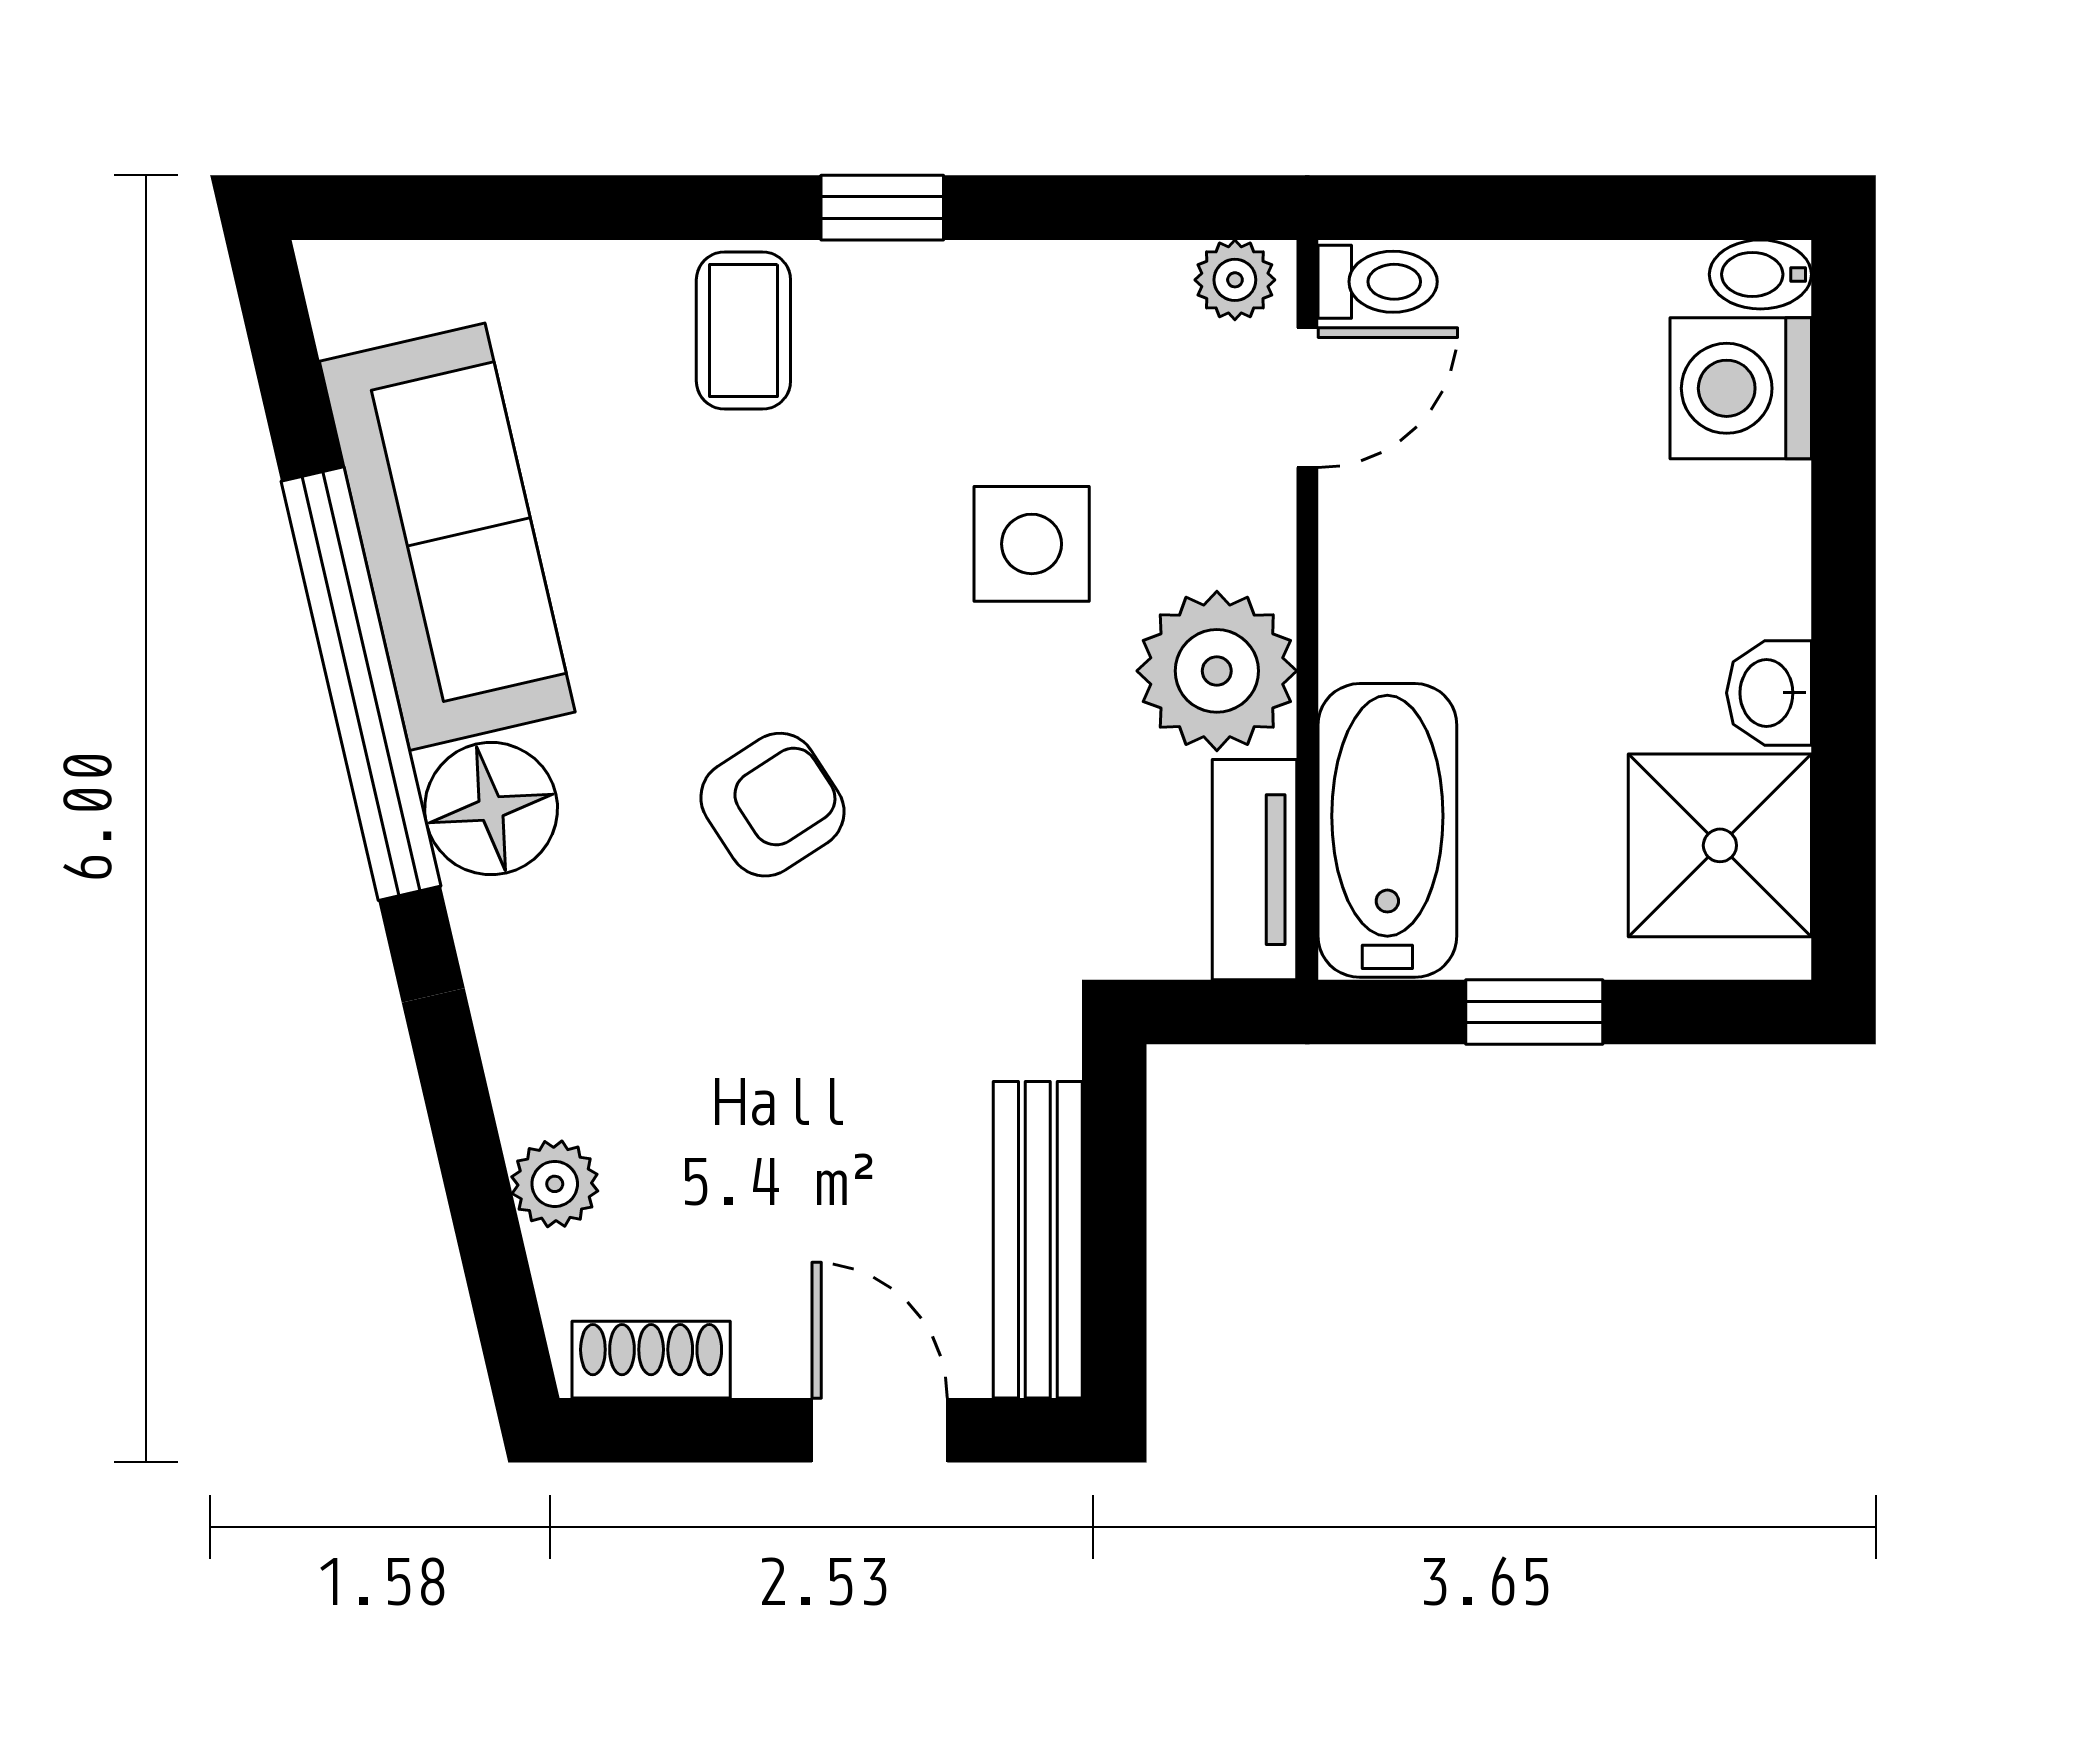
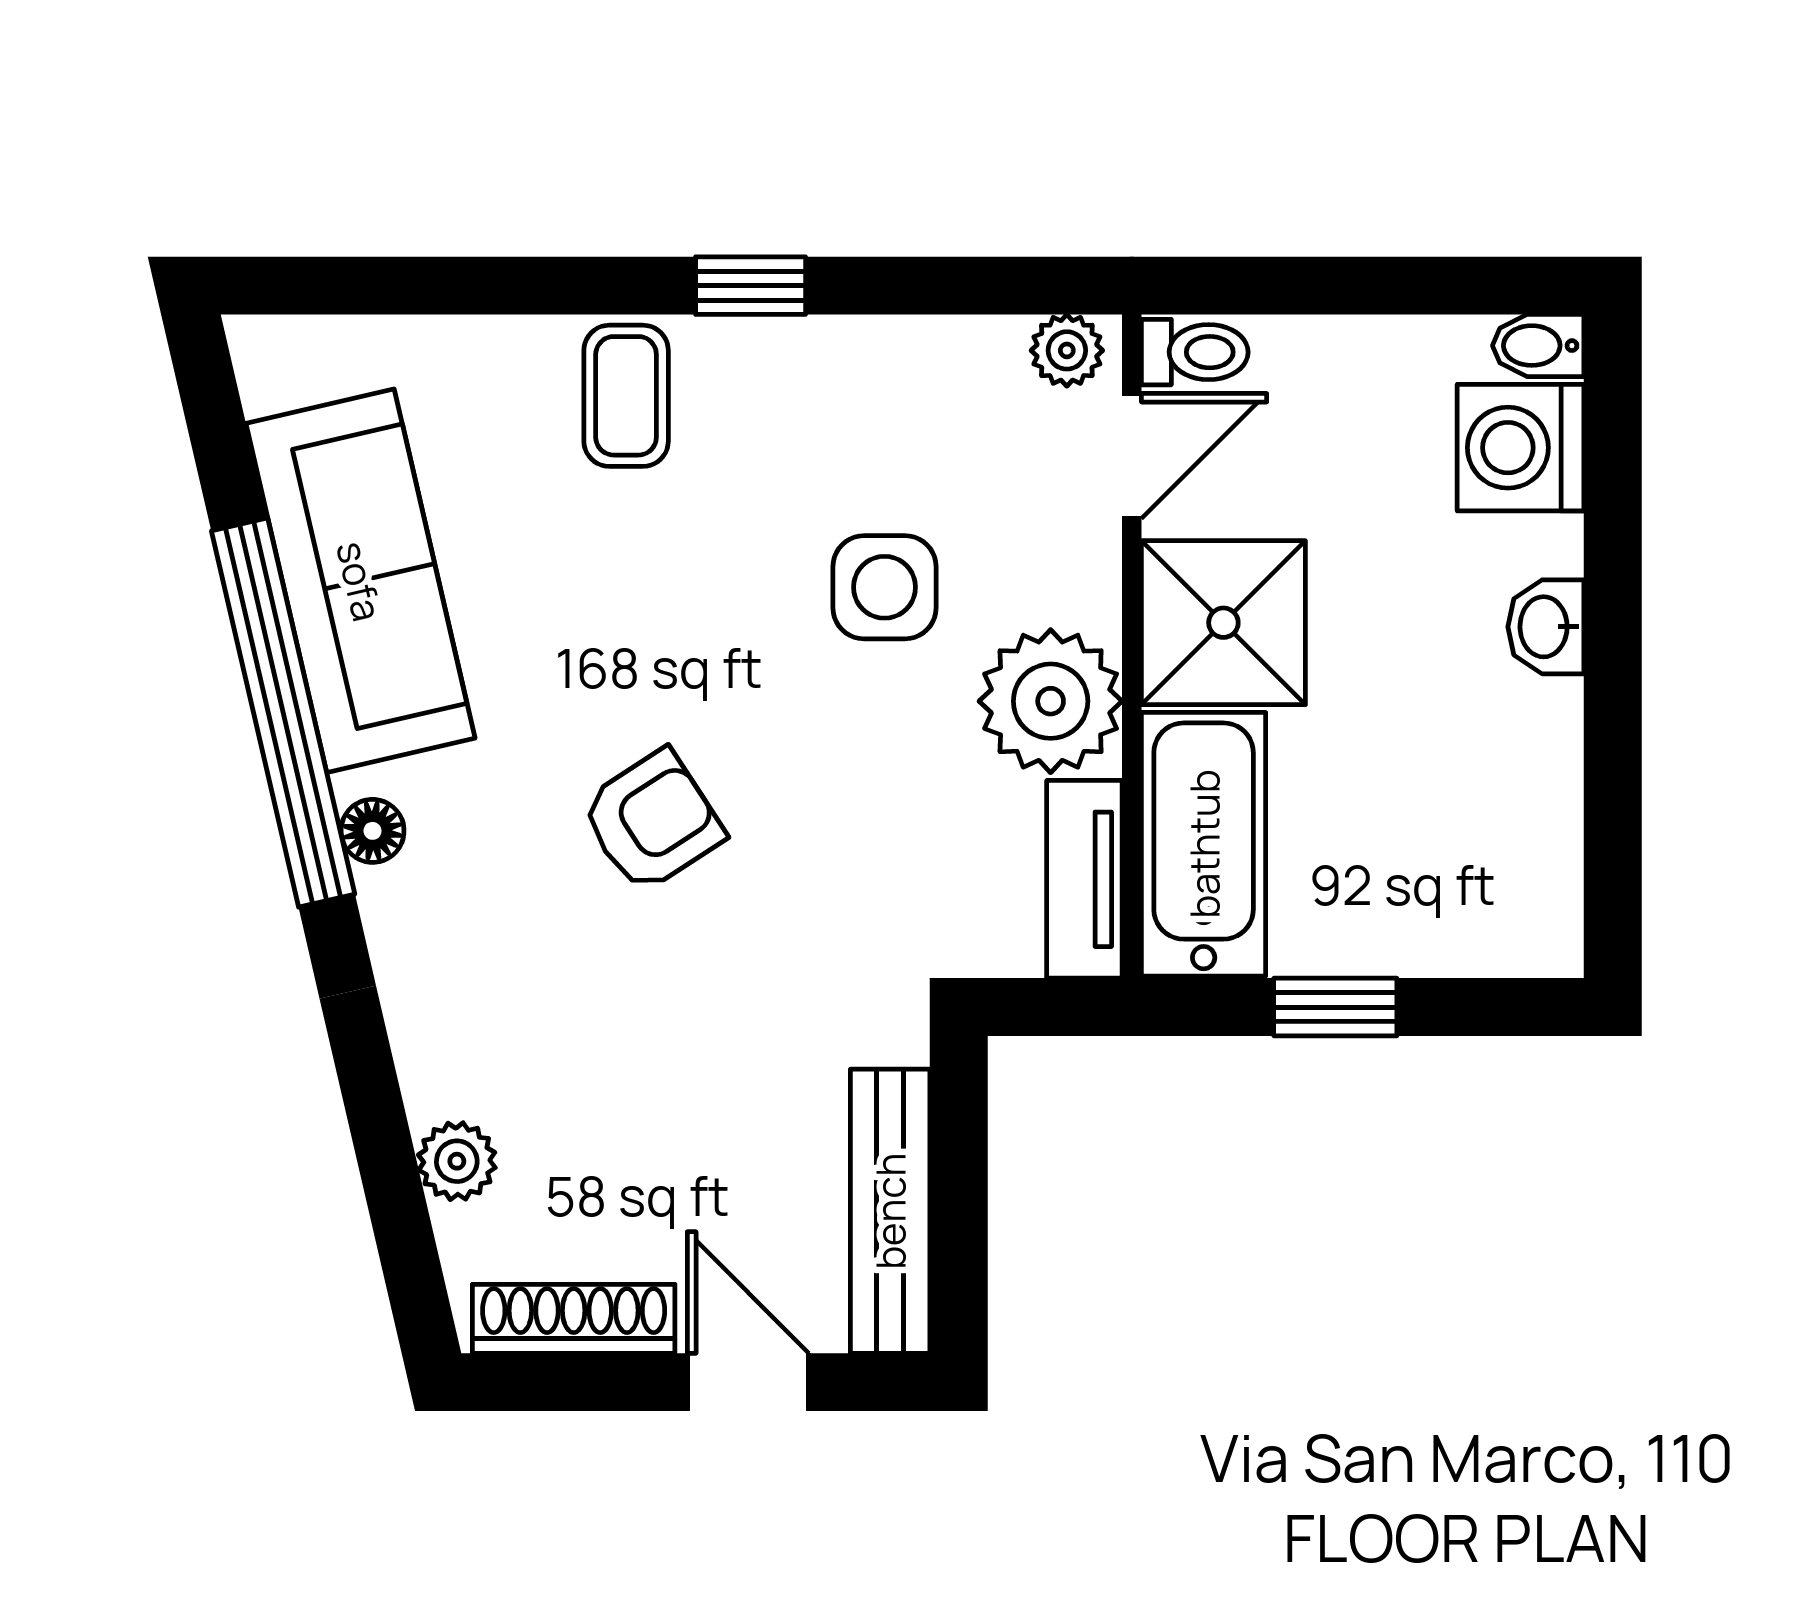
washbasin: (1769, 693) -> (1546, 627), moved
floor lamp: (491, 809) -> (373, 831), width x0.53, depth x0.53
shower: (1720, 845) -> (1223, 623), moved
shoe rack: (651, 1360) -> (574, 1319), width x1.43

